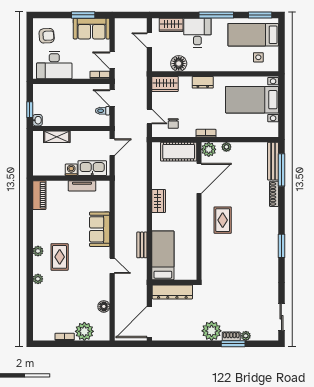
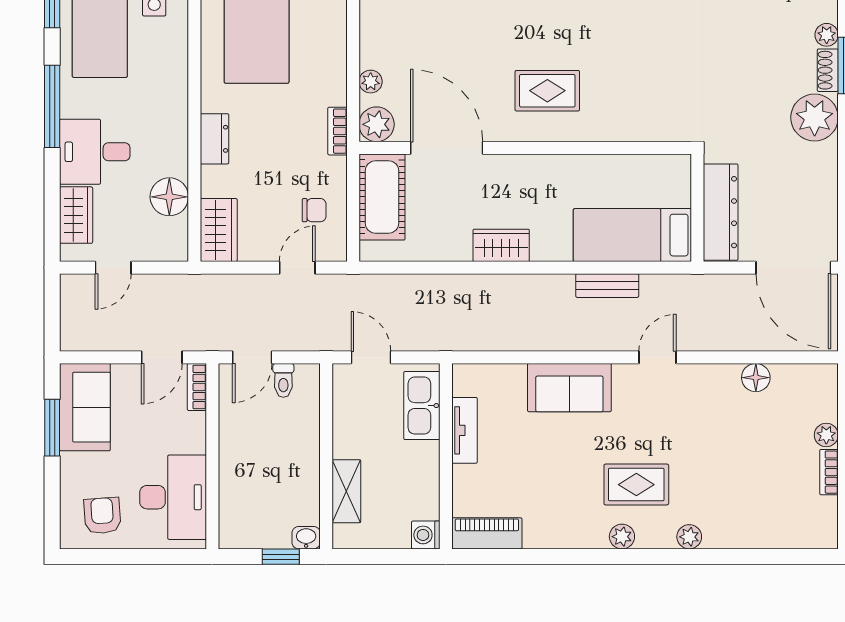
washing machine: (71, 170) -> (426, 535), moved
plant: (84, 331) -> (826, 435), width x0.53, depth x0.53

